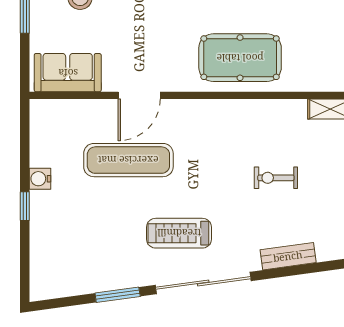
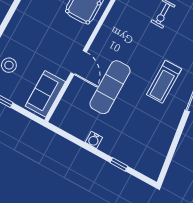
window: (25, 206) -> (119, 164), moved
window: (118, 295) -> (179, 133), removed

